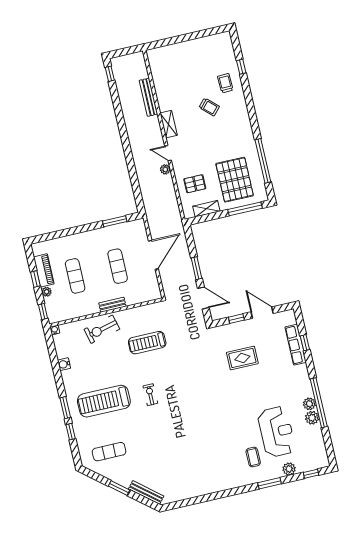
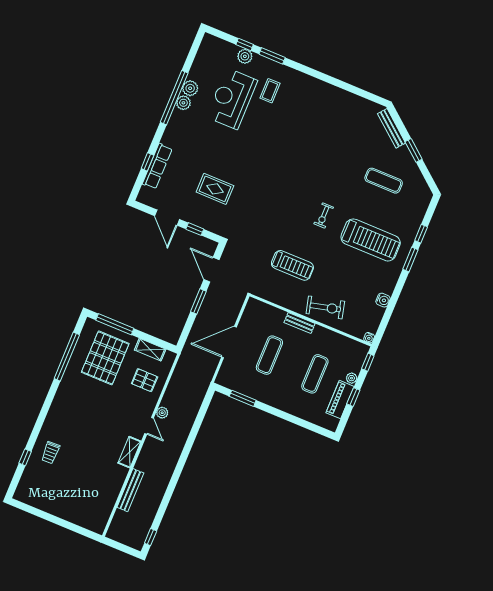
trolley: (209, 107) -> (81, 441), removed
exercise mat: (109, 452) -> (384, 181), moved
window: (311, 474) -> (245, 44), moved

